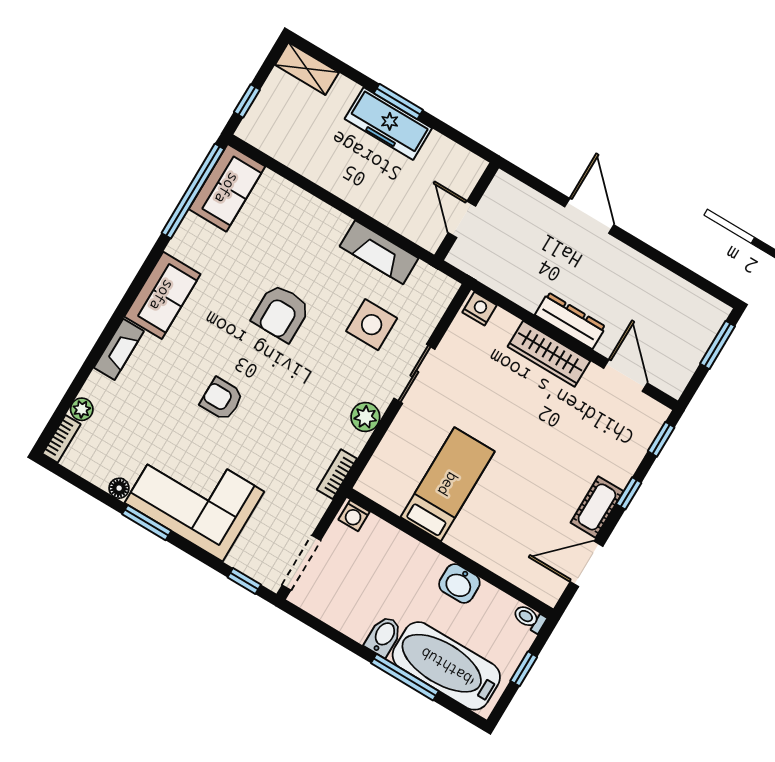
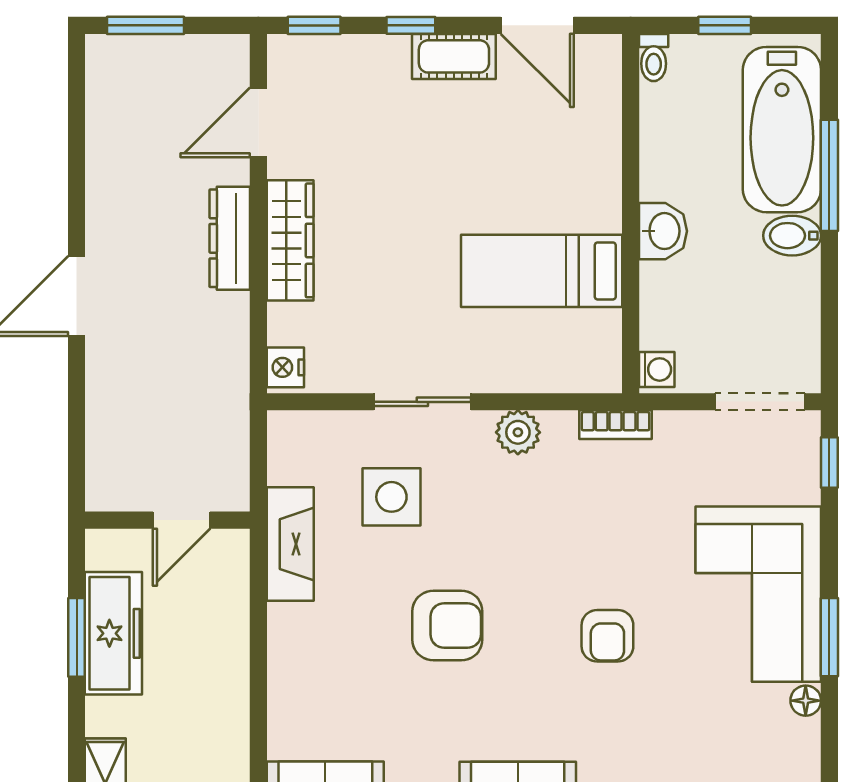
wall: (467, 211) -> (167, 520), moved
door: (462, 219) -> (182, 520), moved
washbasin: (459, 583) -> (663, 231), moved

